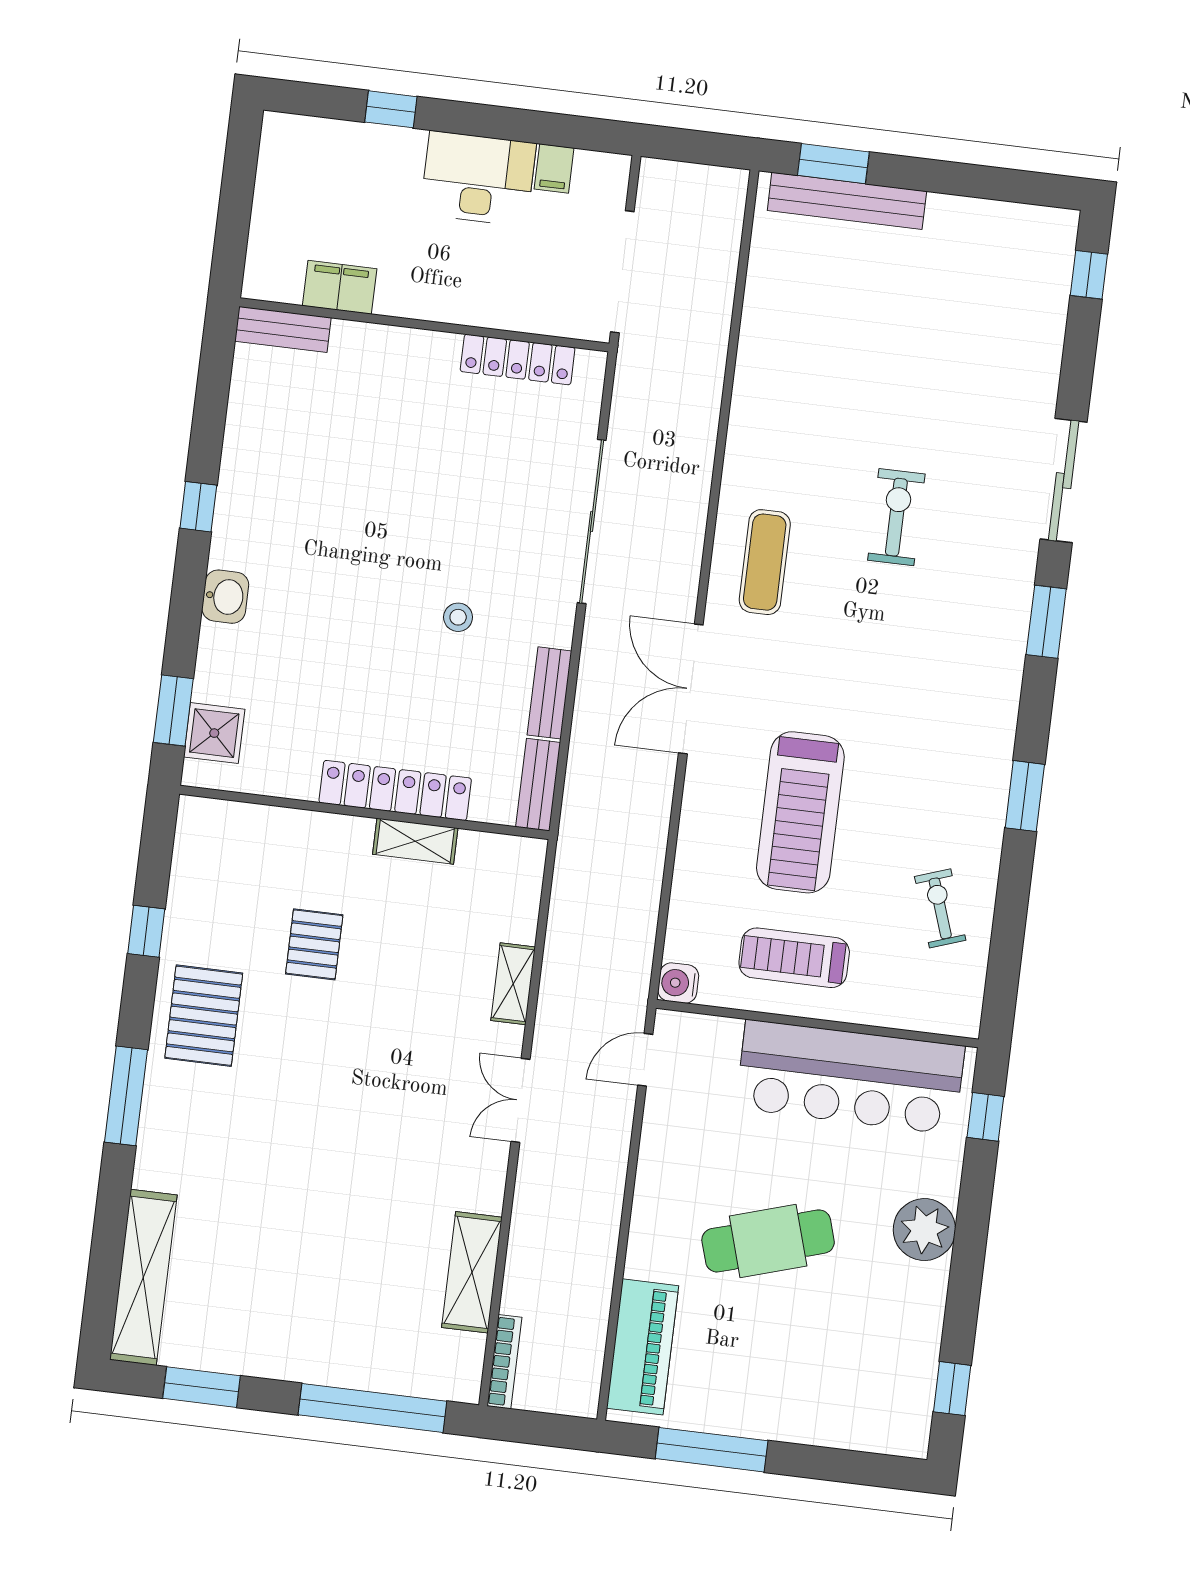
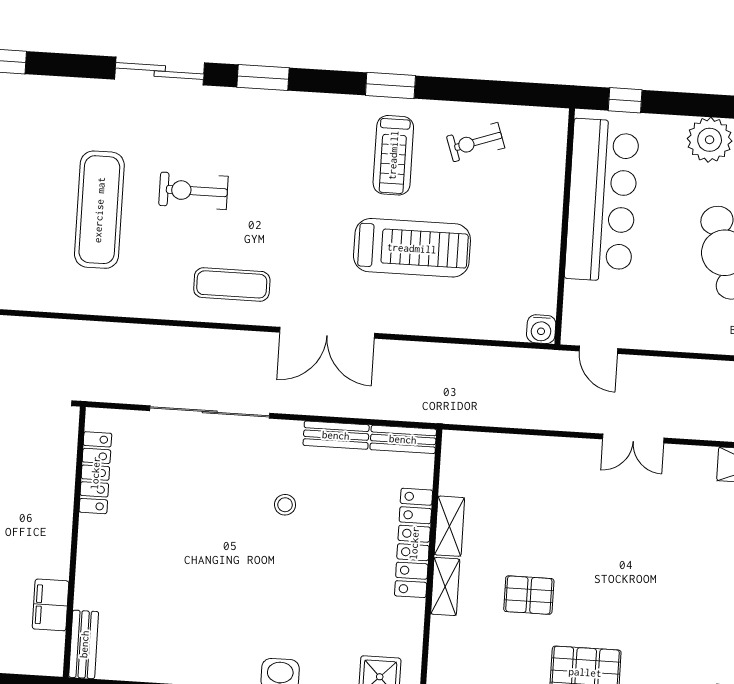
exercise mat: (878, 386) -> (99, 210), added
treadmill: (794, 958) -> (393, 155), moved
shelving: (513, 984) -> (445, 587), moved, turned 90

